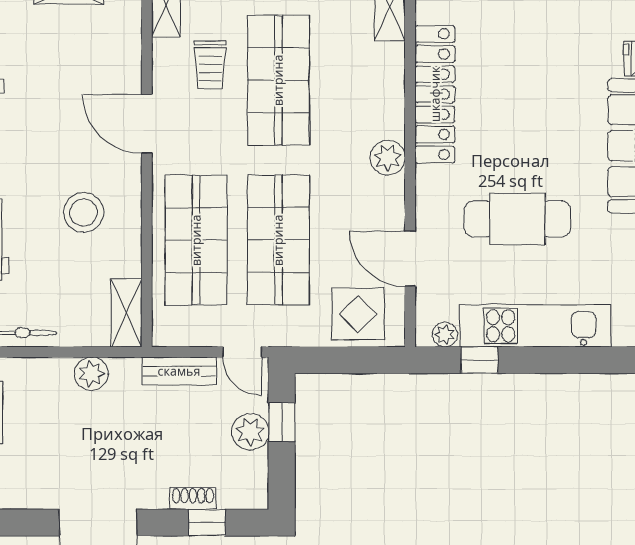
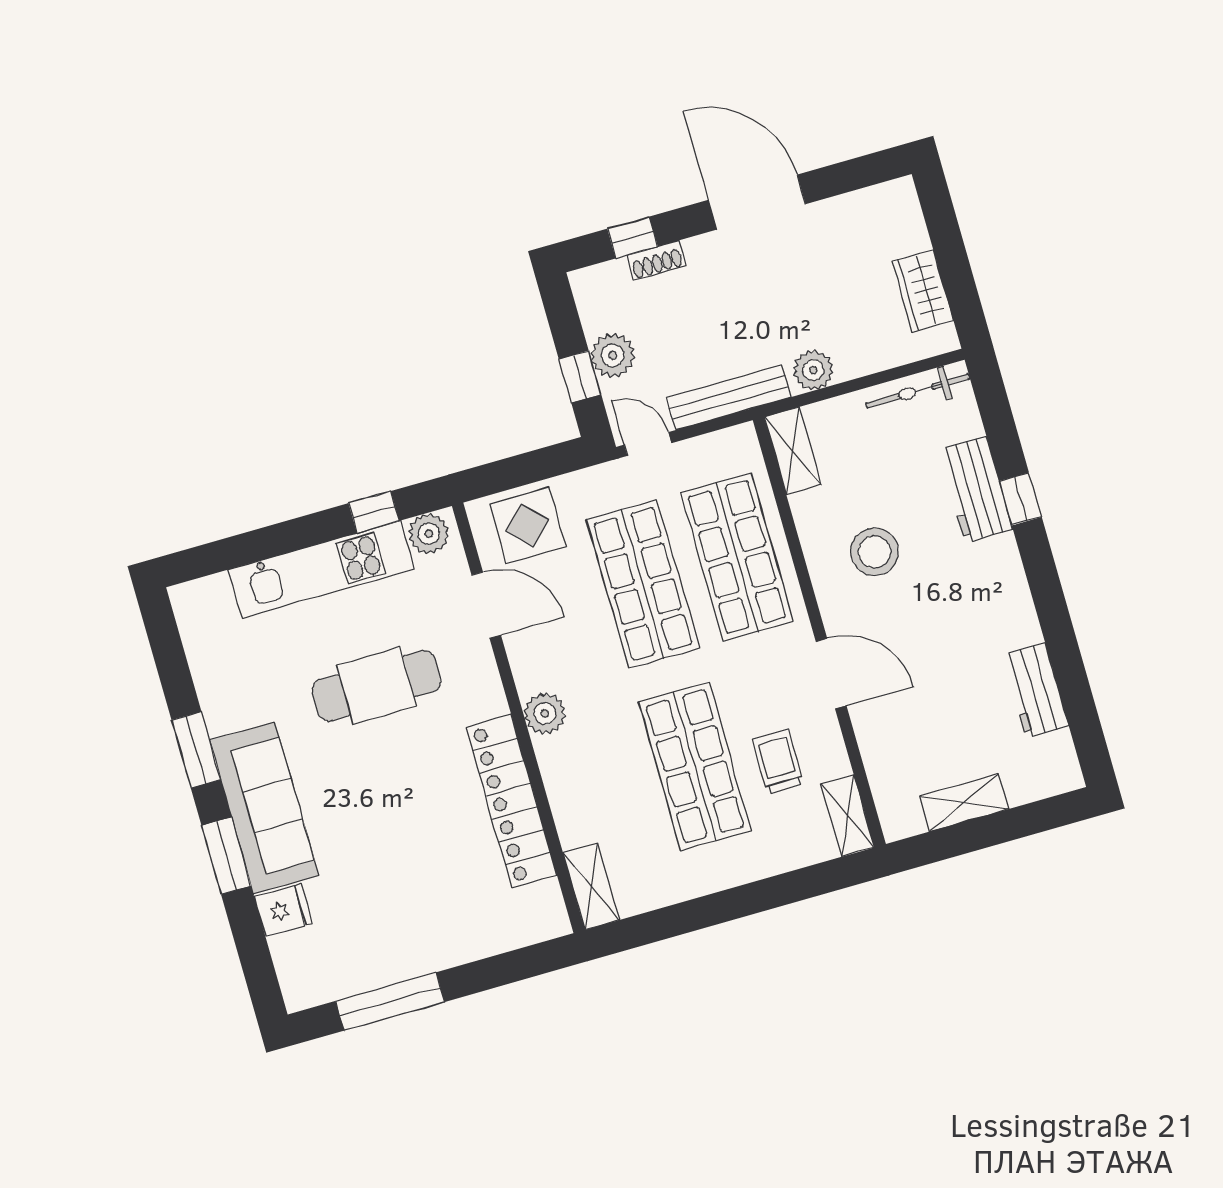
plant: (445, 335) -> (429, 534), width x1.38, depth x1.38
bench: (179, 371) -> (729, 397), width x1.36

